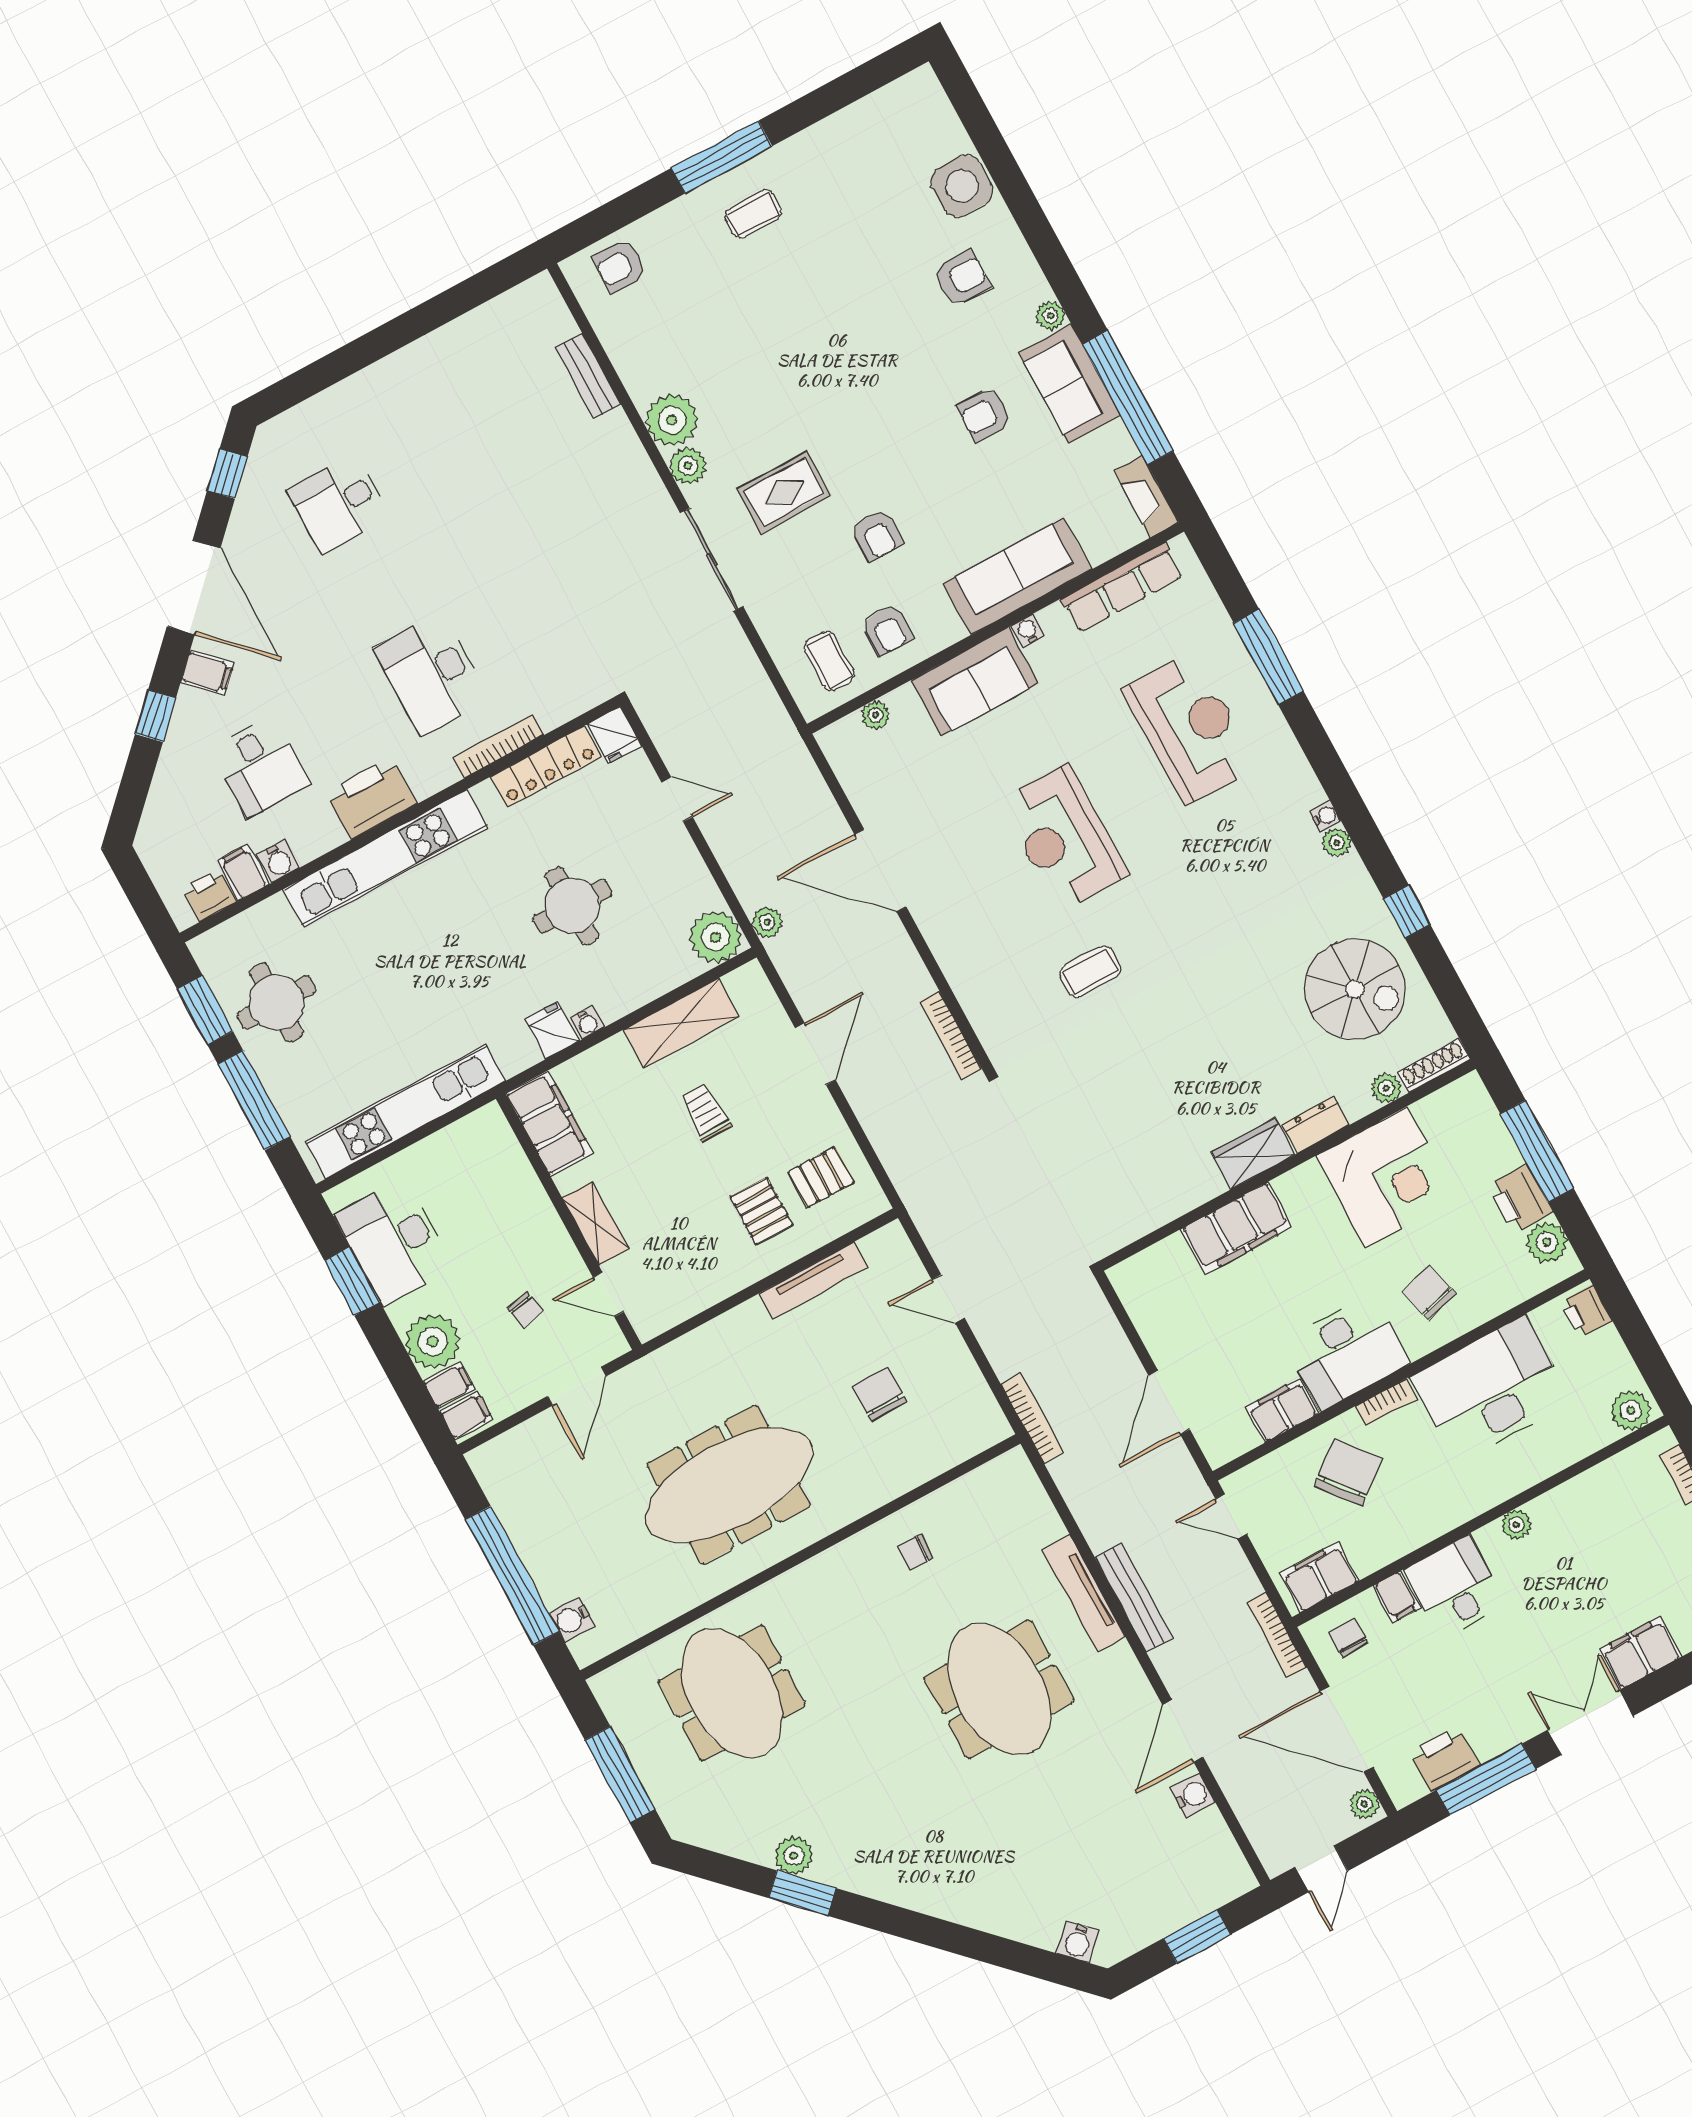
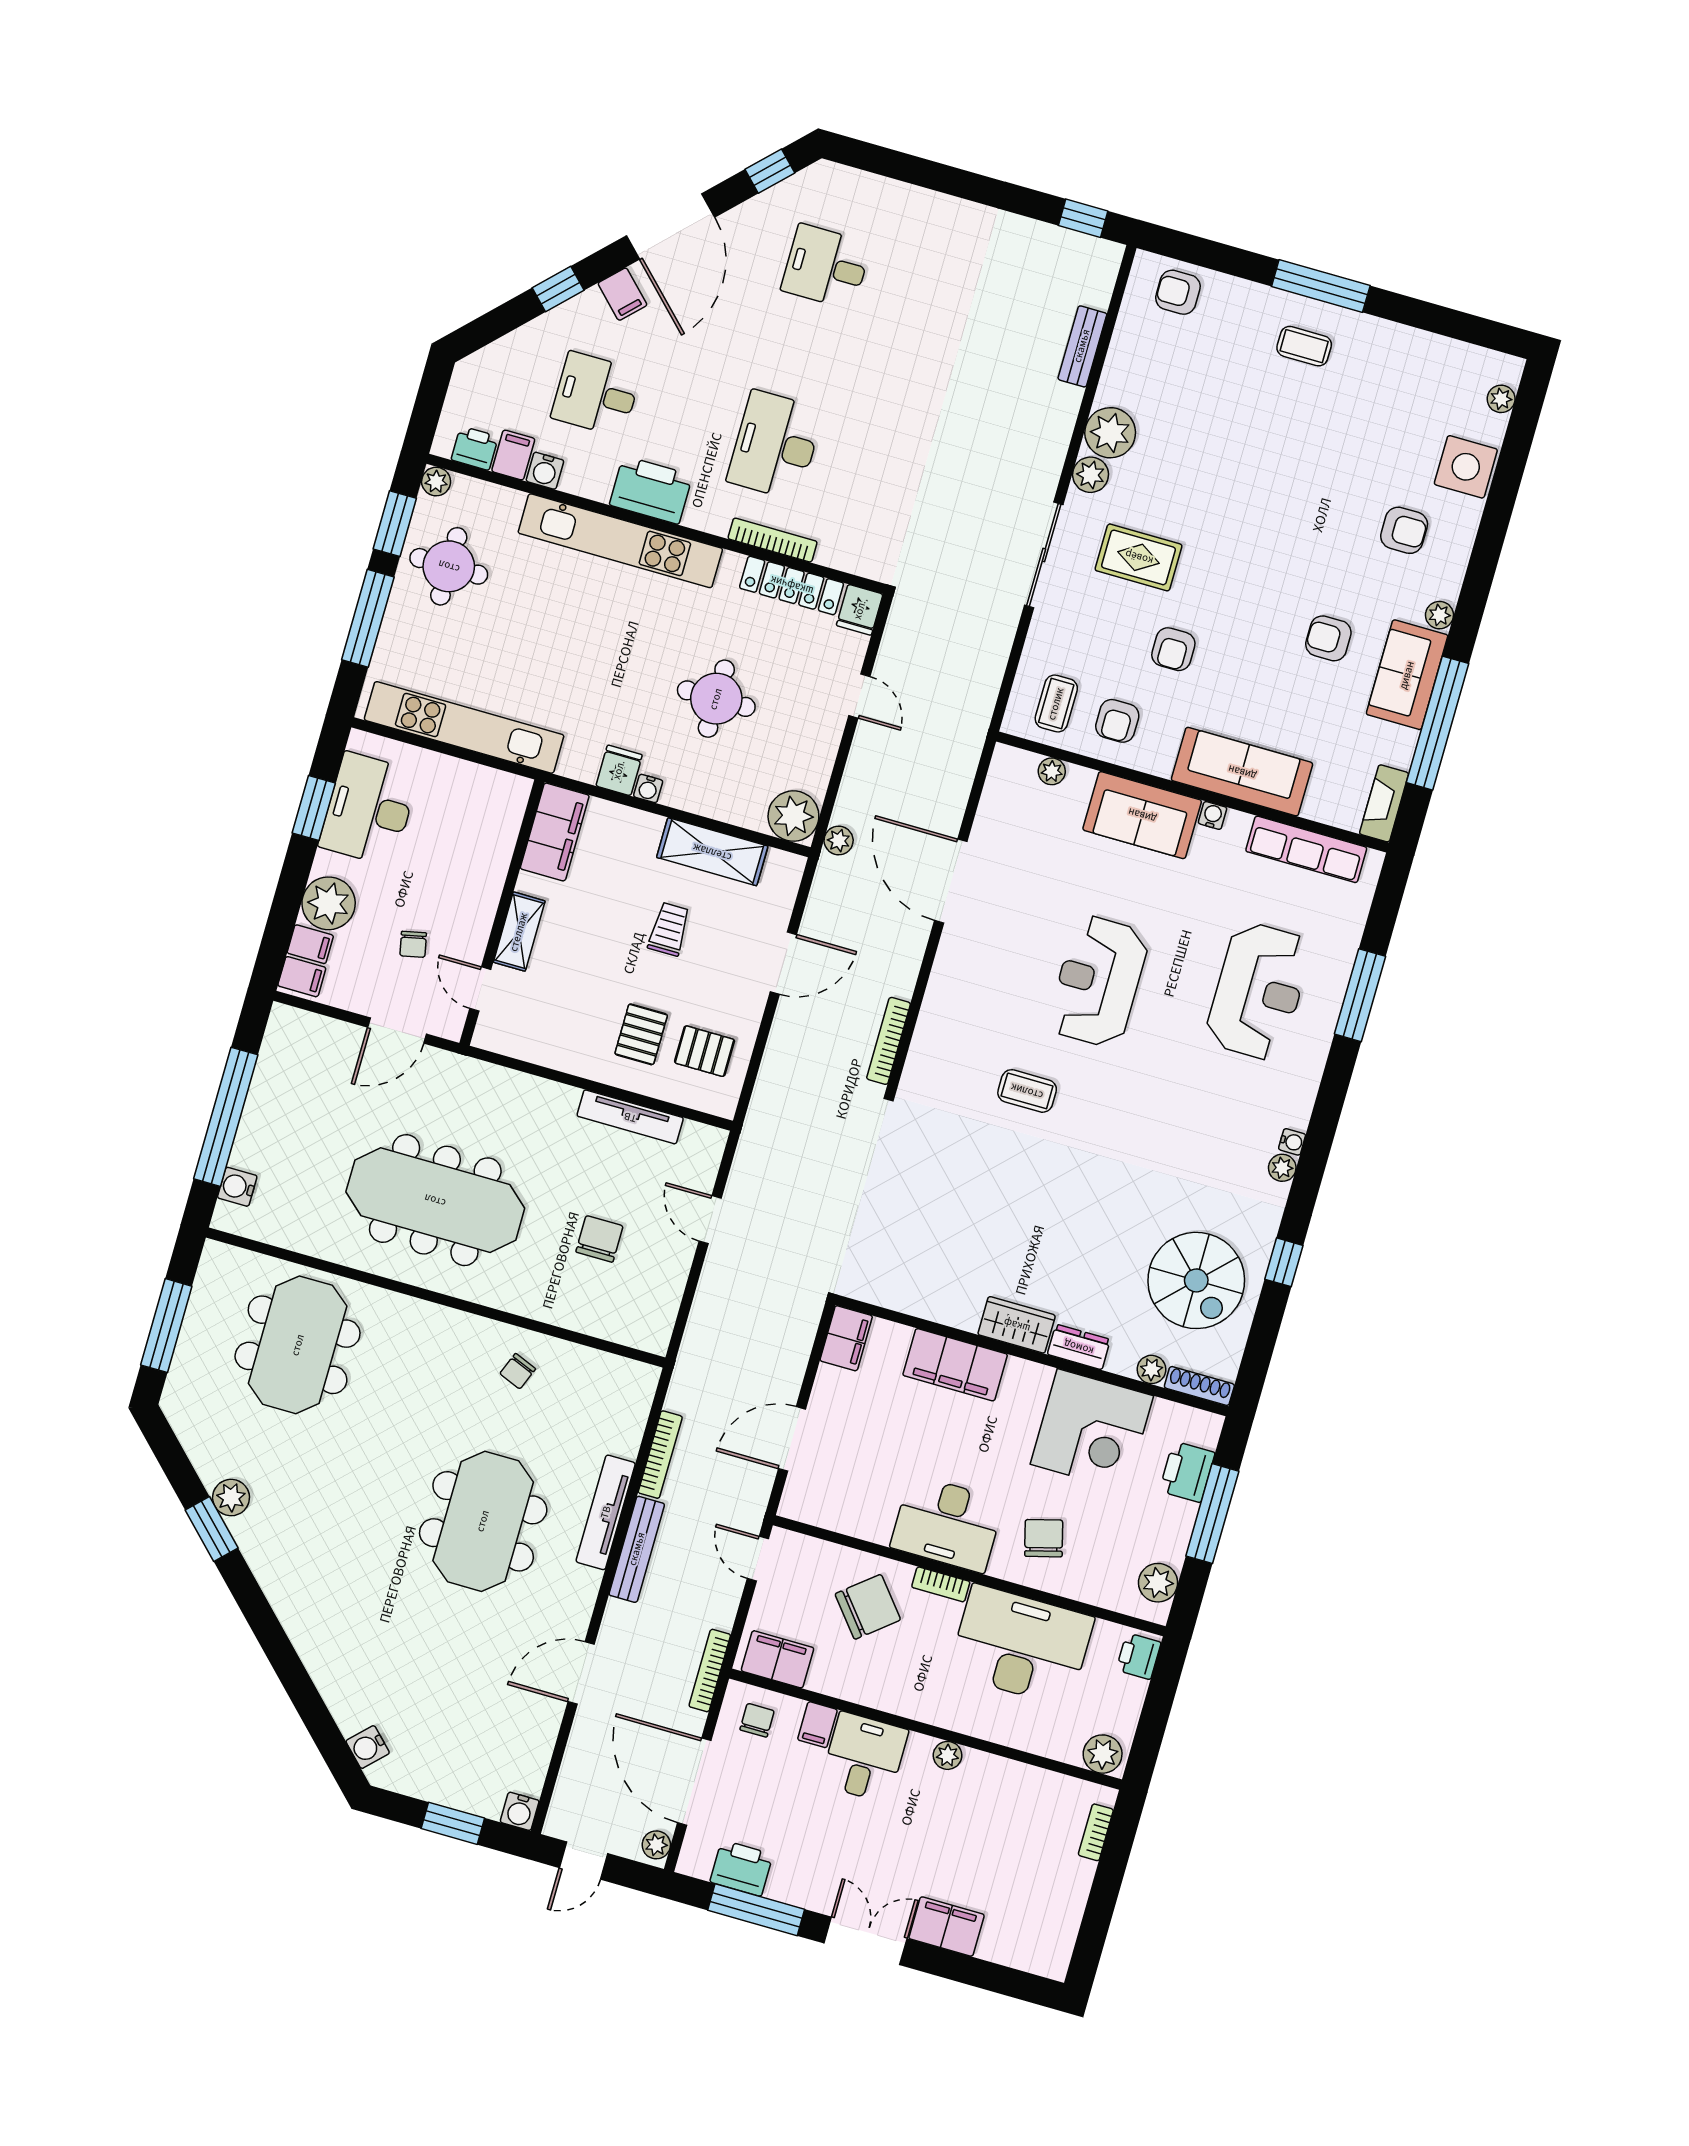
plant: (939, 110) -> (1501, 399), added
window: (495, 280) -> (1083, 218), added
desk: (261, 767) -> (596, 394), turned 90
plant: (205, 949) -> (436, 482), added
printer: (1521, 1199) -> (1187, 1472), moved
filing cabinet: (1282, 1410) -> (846, 1338), moved, turned 90
bookcase: (1032, 1418) -> (660, 1455), moved
chair: (915, 1552) -> (518, 1371), turned -71
water cooler: (1193, 1795) -> (520, 1811), moved, turned 90

